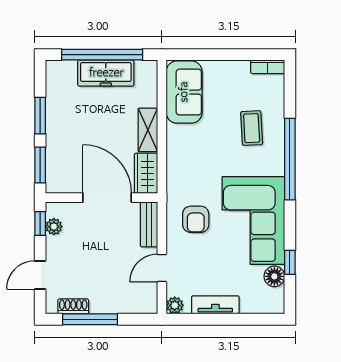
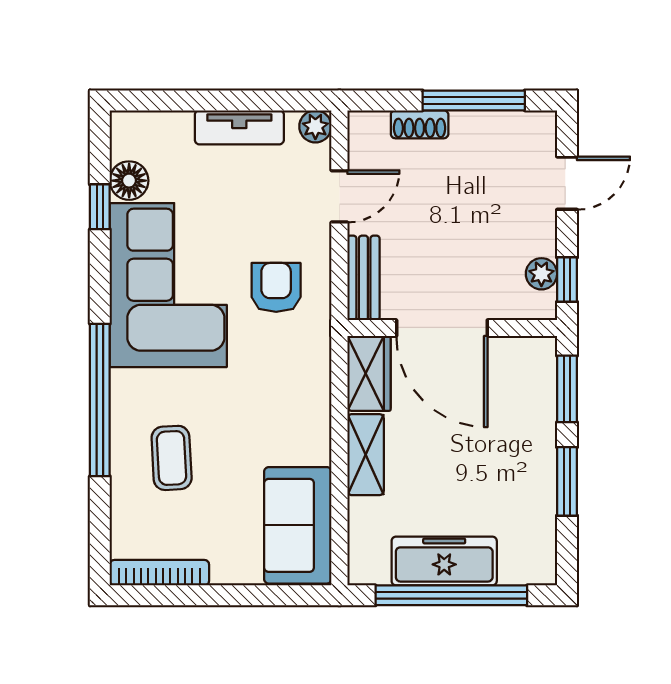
bookcase: (268, 67) -> (159, 573), width x1.56
shoe rack: (73, 306) -> (420, 124), moved

